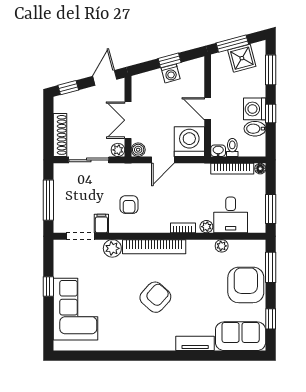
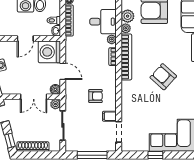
shoe rack: (60, 135) -> (33, 147), moved
bookcase: (154, 247) -> (126, 57), moved
plant: (112, 248) -> (128, 16), moved

